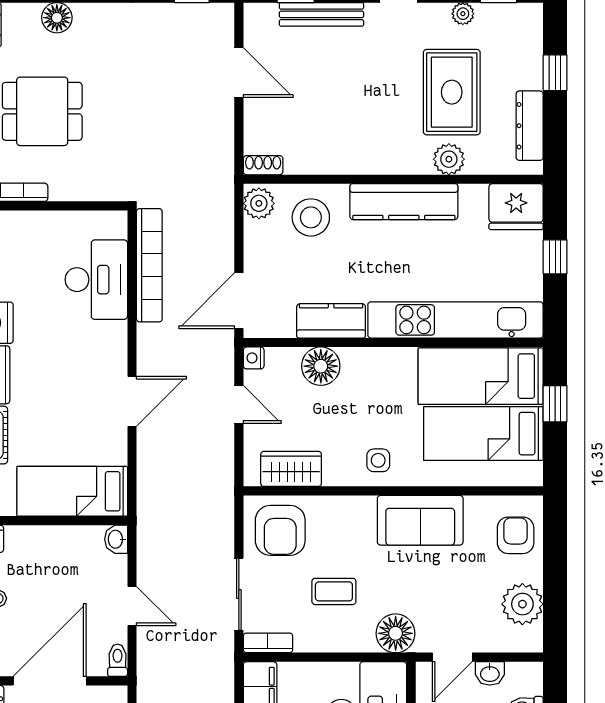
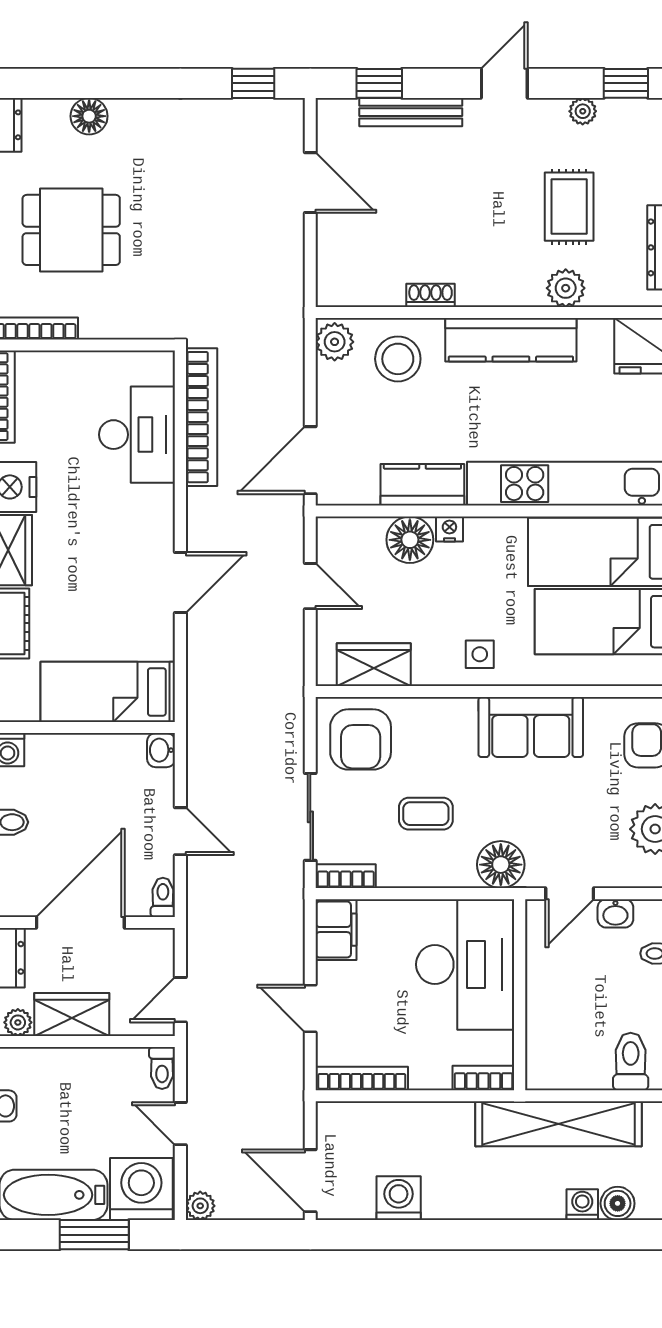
rug: (452, 92) -> (569, 207), width x0.73, depth x0.70
shoe rack: (263, 165) -> (431, 295), moved
nightstand: (254, 358) -> (449, 529), moved, turned 90

